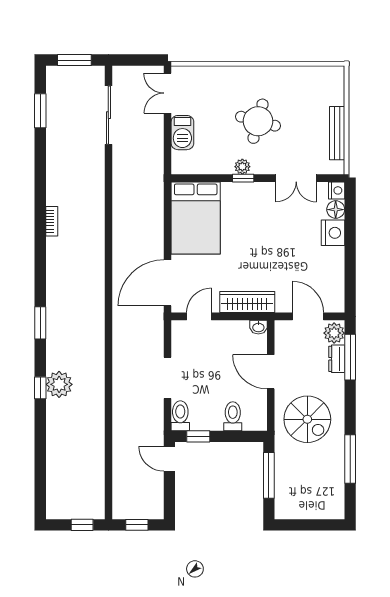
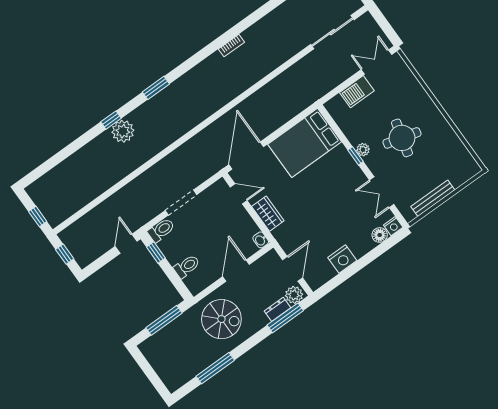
nightstand: (333, 233) -> (342, 259), moved
door: (168, 283) -> (246, 156), hinge flipped
wardrobe: (247, 302) -> (268, 214), width x0.67
spiral stairs: (307, 419) -> (221, 319), turned -90

